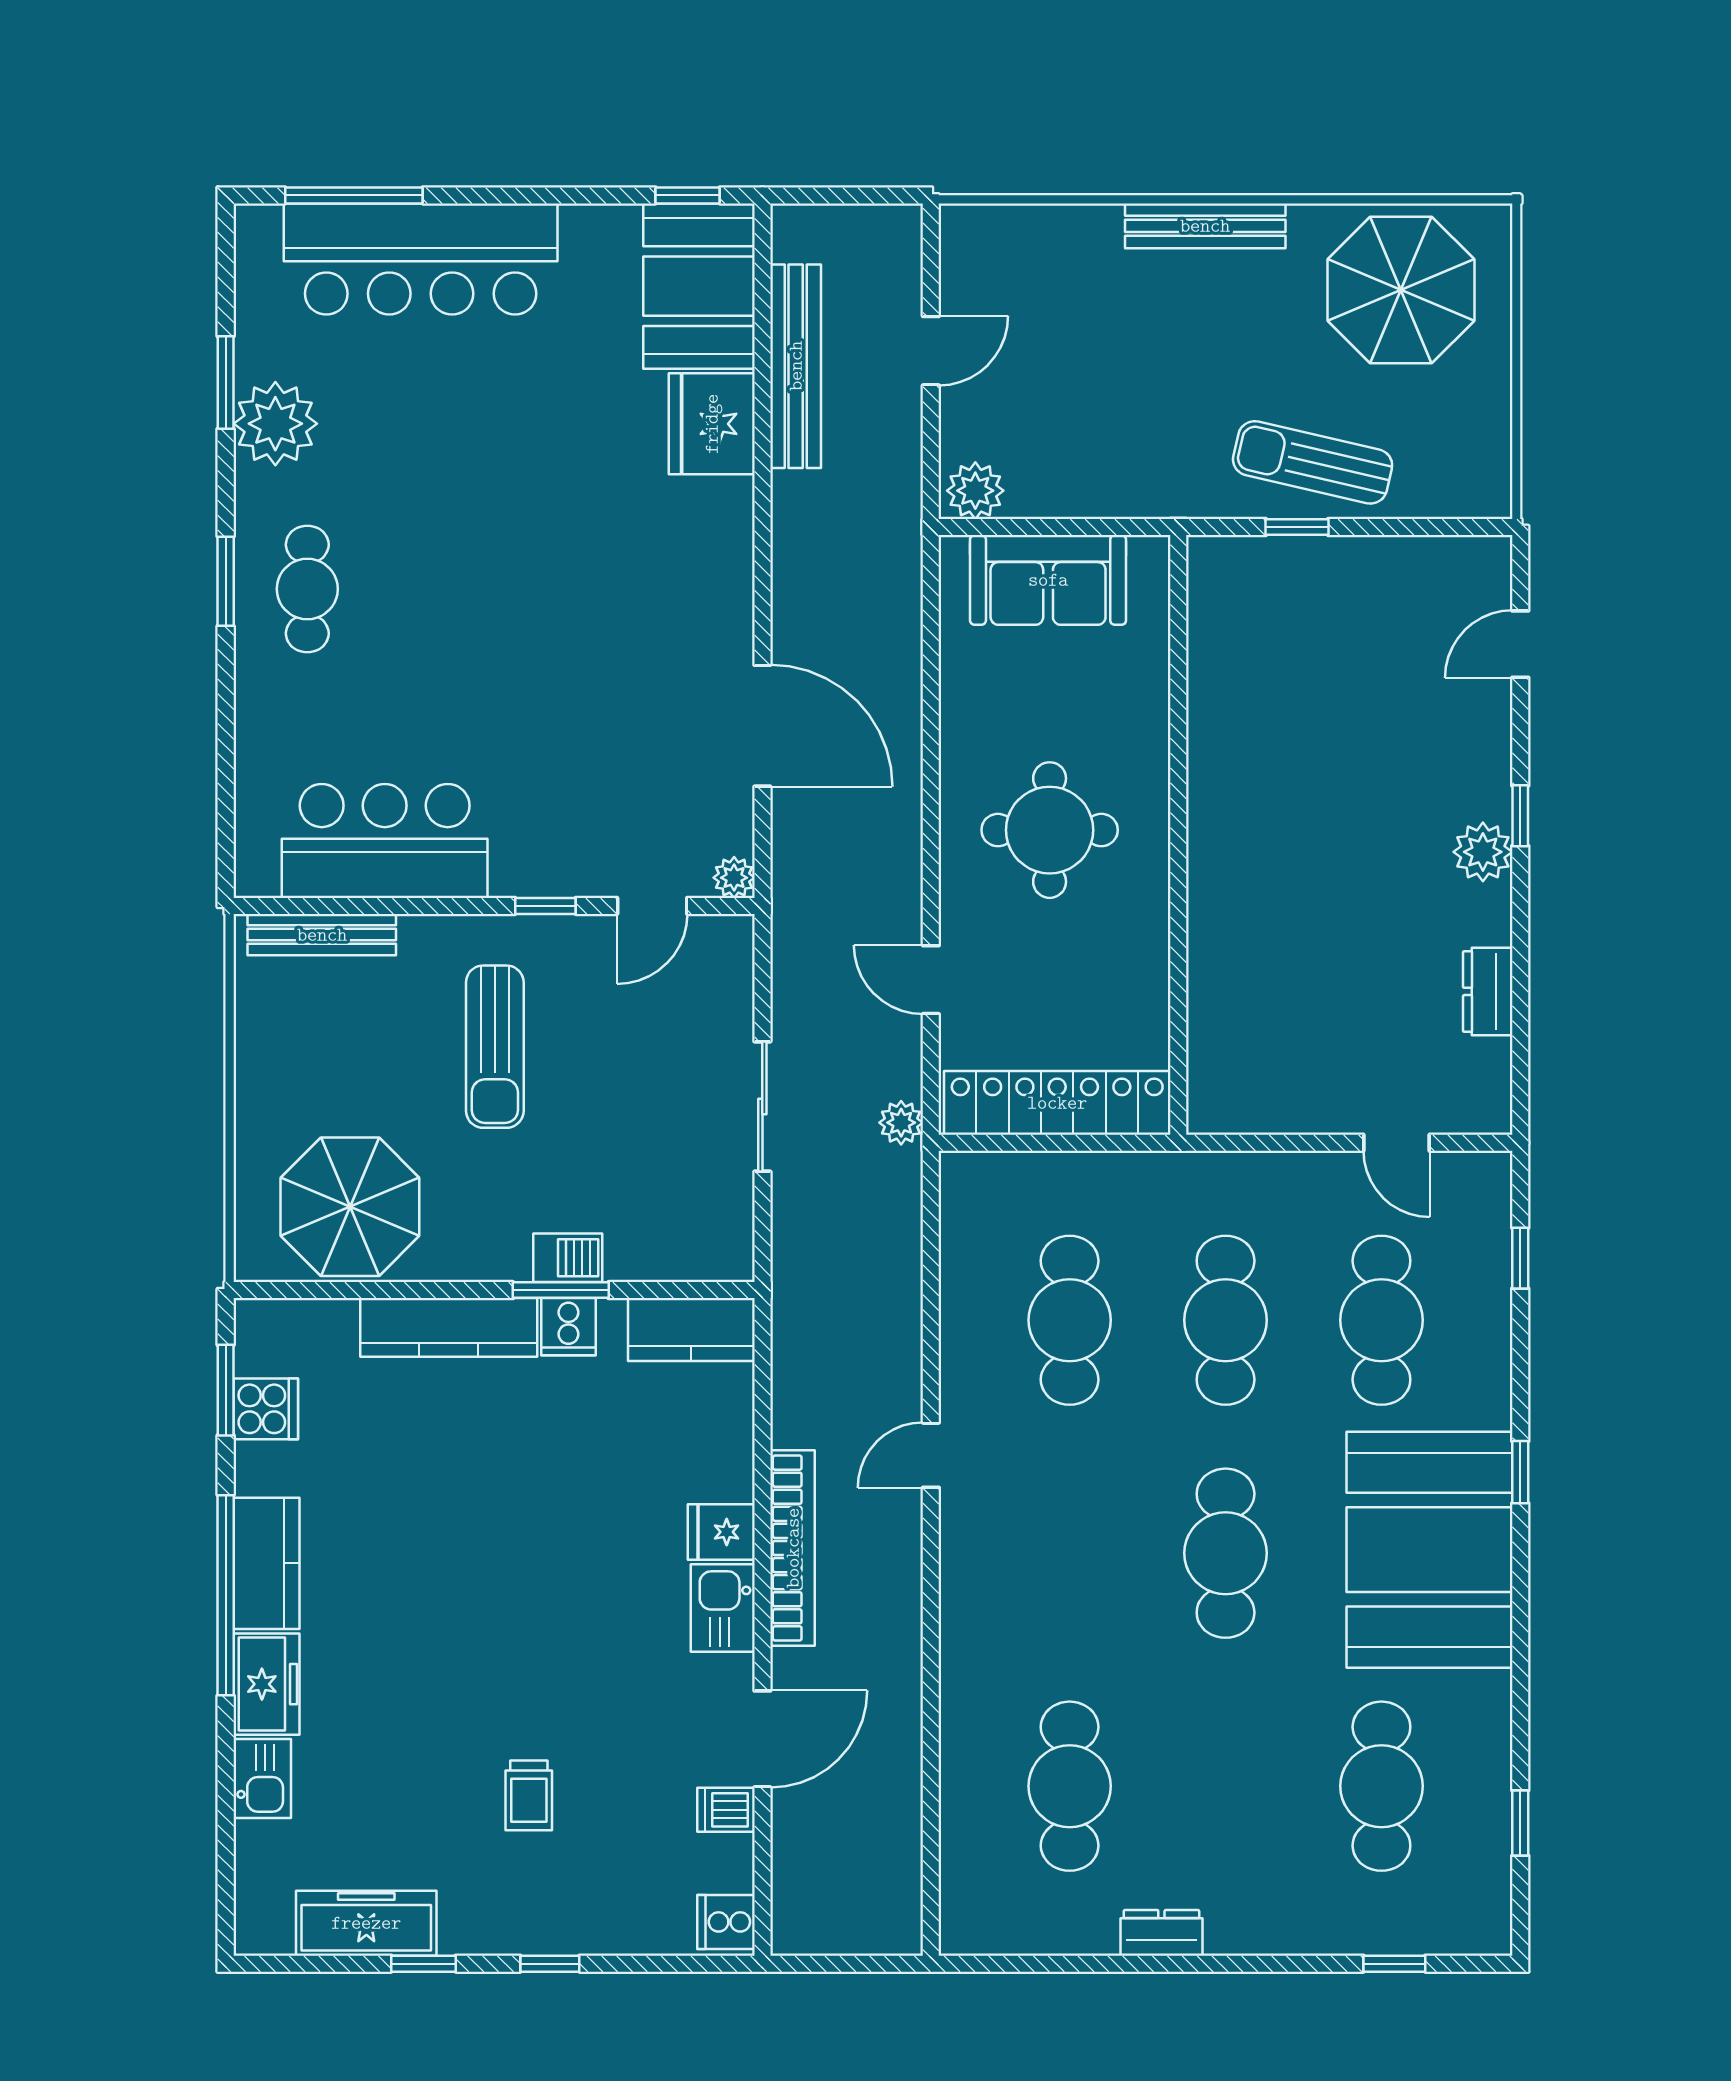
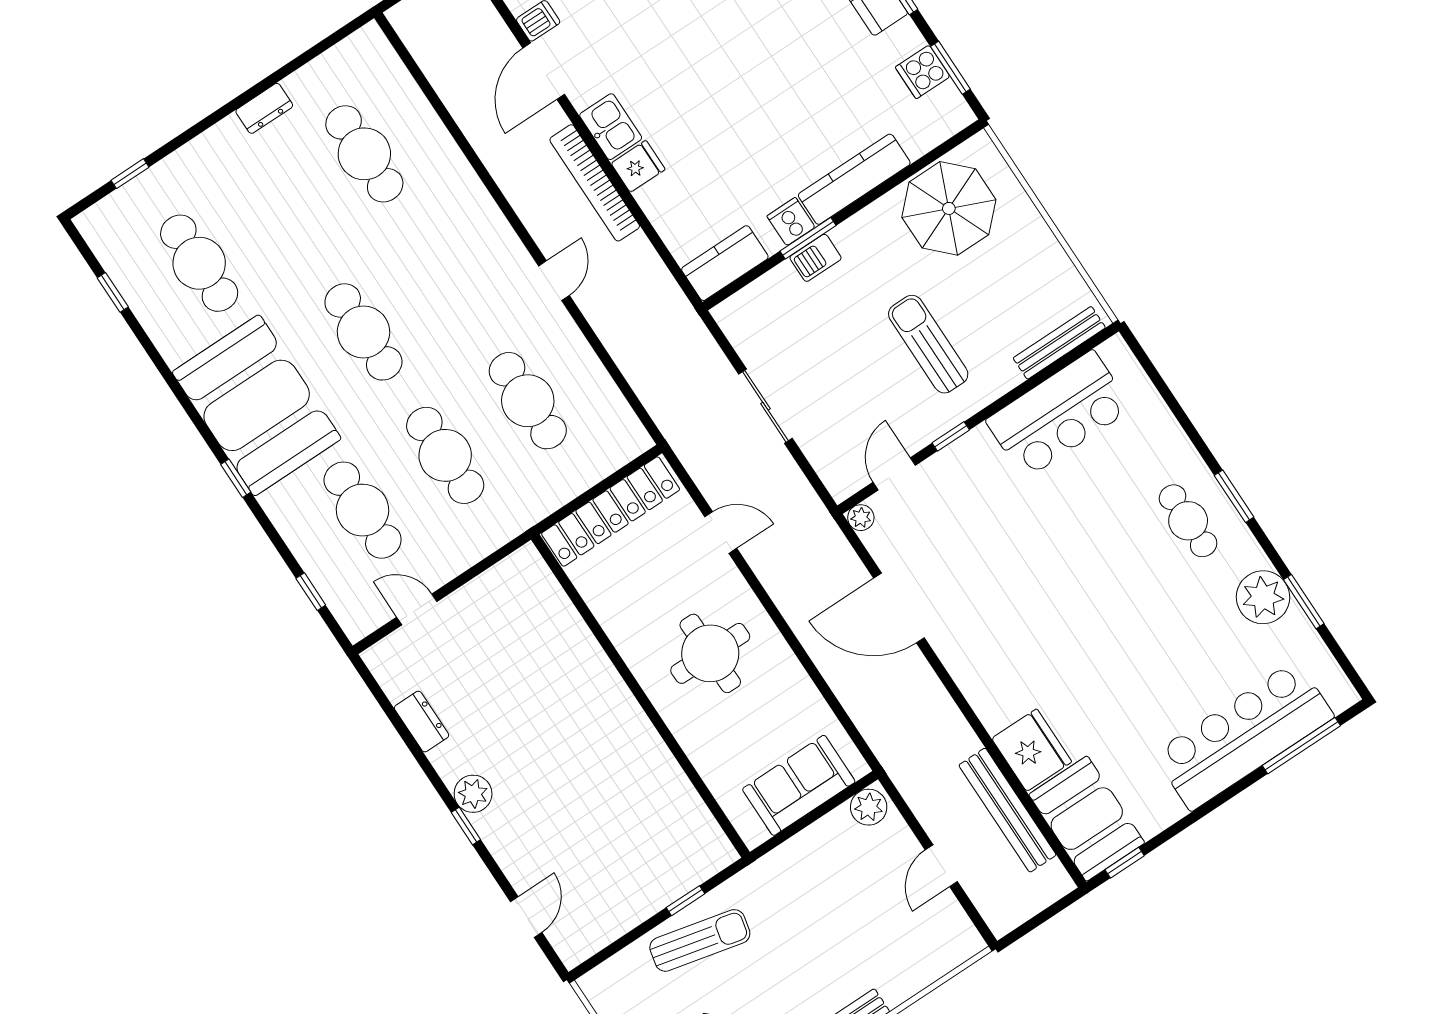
plant: (901, 1123) -> (686, 446), removed

